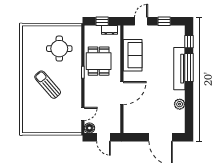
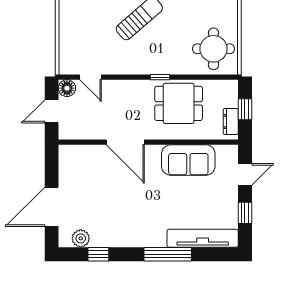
door: (141, 21) -> (245, 174), hinge flipped
window: (189, 42) -> (98, 254), moved
round table: (59, 49) -> (214, 49), moved
tv unit: (179, 69) -> (203, 238), moved
plant: (180, 104) -> (81, 238), moved

